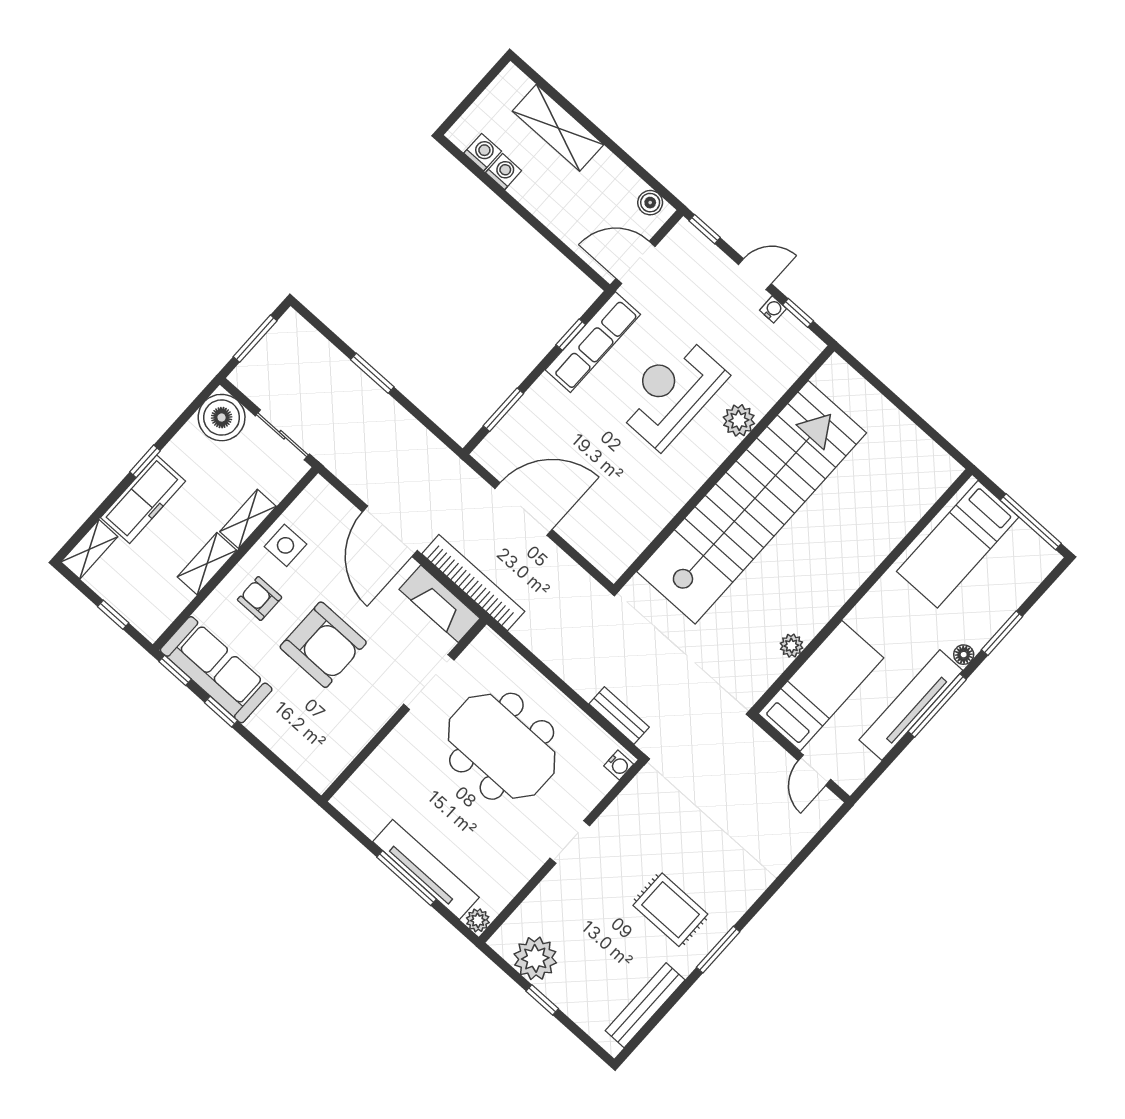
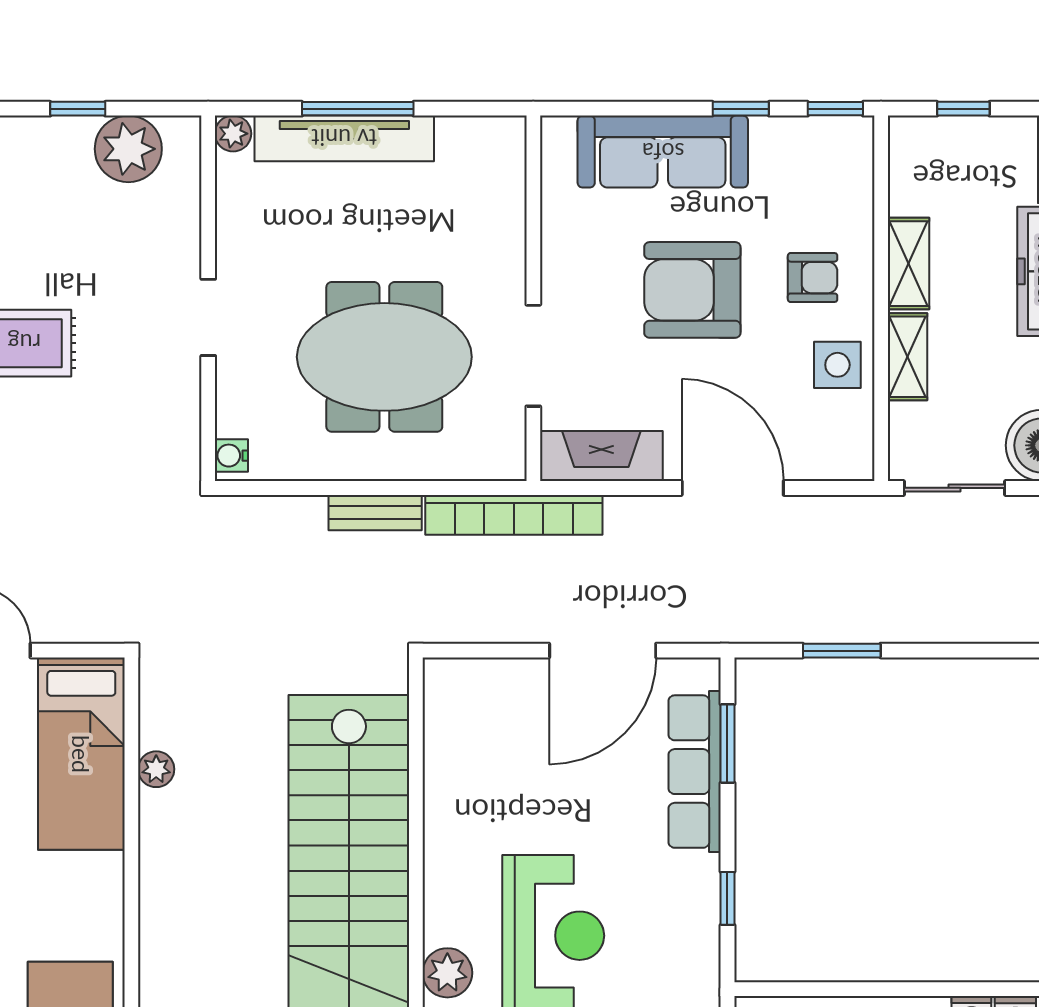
row of seats: (593, 342) -> (695, 772), moved
window: (372, 373) -> (842, 651), moved
bookcase: (473, 583) -> (514, 515), moved
sofa: (216, 670) -> (663, 152), moved
bench: (619, 716) -> (375, 513), moved

